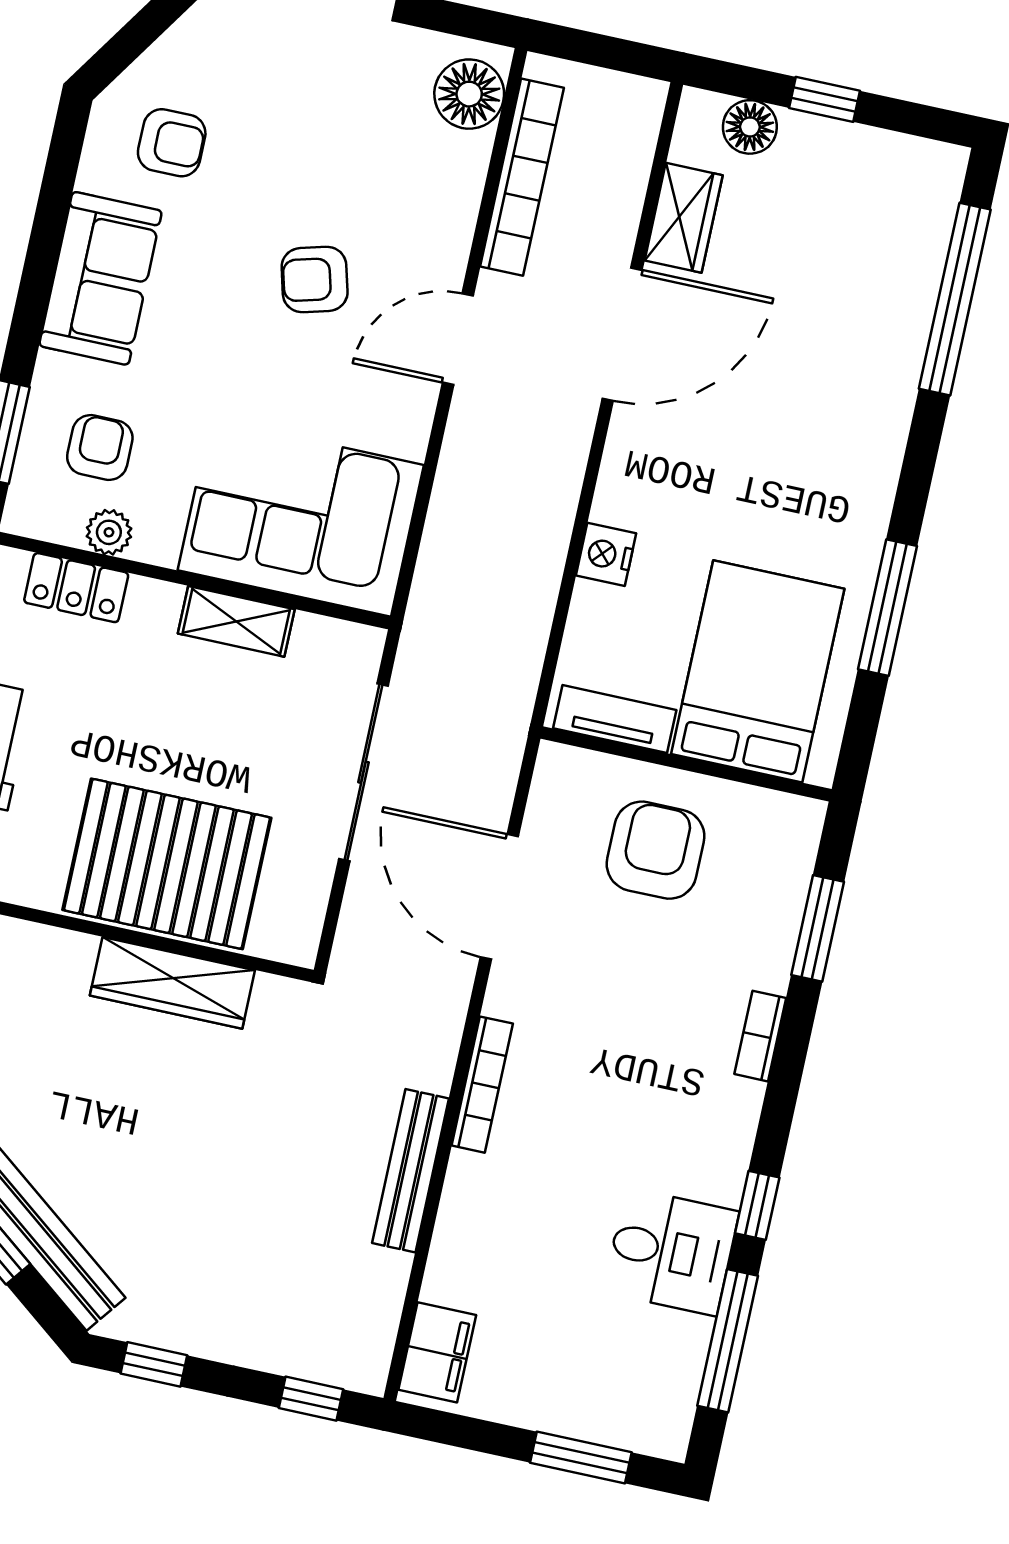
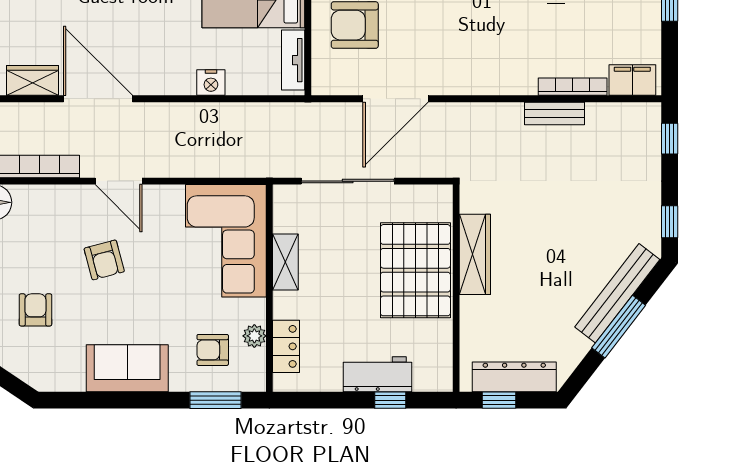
armchair: (172, 143) -> (35, 310), moved
bookcase: (482, 1085) -> (573, 87), moved
bench: (410, 1171) -> (554, 113), width x0.73

